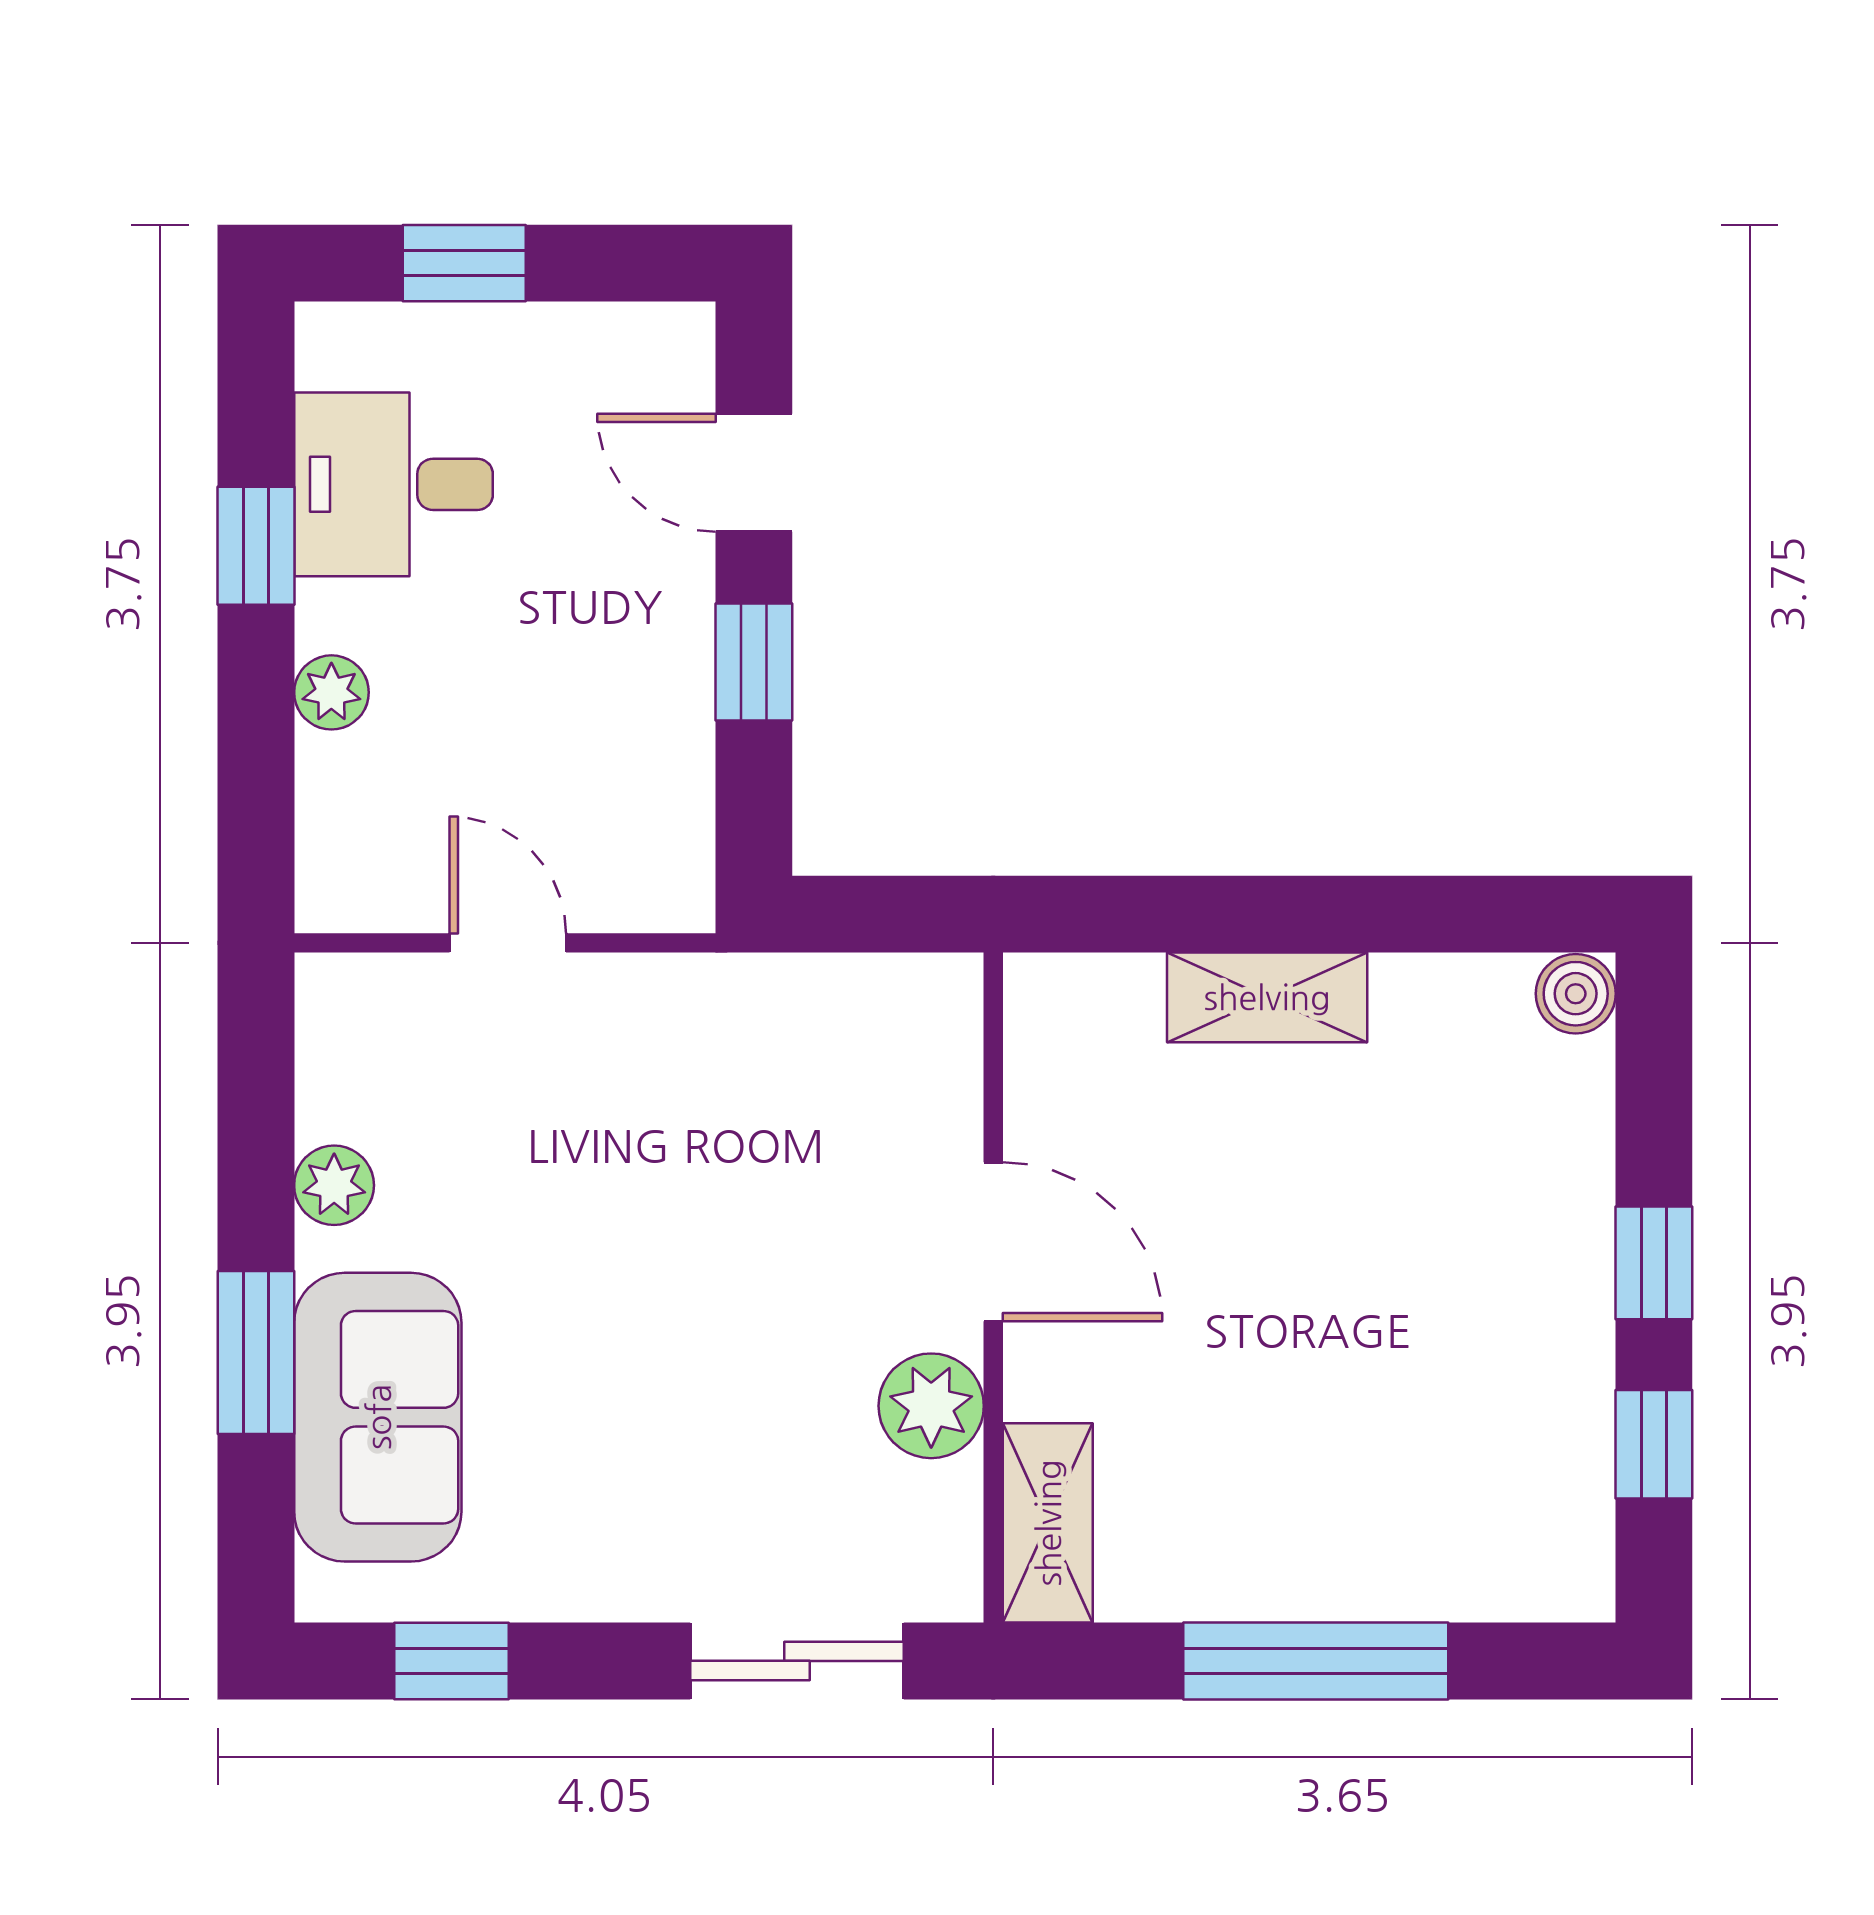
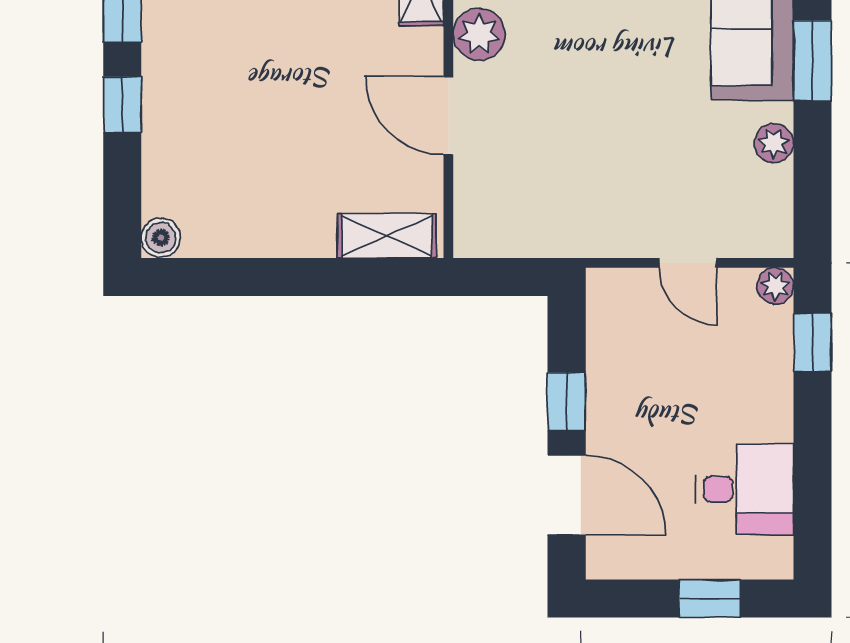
door: (754, 473) -> (567, 495), width x1.38
window: (256, 546) -> (812, 342), moved
plant: (331, 692) -> (775, 286), moved
shelving: (1267, 997) -> (387, 236), moved

